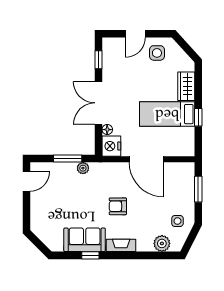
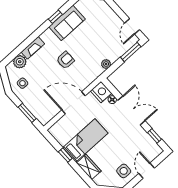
window: (68, 159) -> (131, 52), moved
fireplace: (121, 245) -> (33, 48), moved

